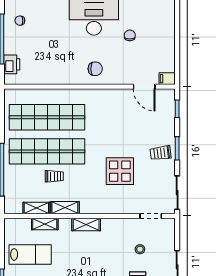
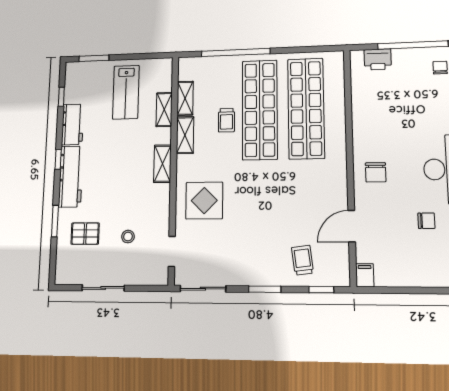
door: (144, 87) -> (352, 226), moved
trolley: (161, 153) -> (303, 260), moved
display table: (120, 171) -> (204, 201), moved

